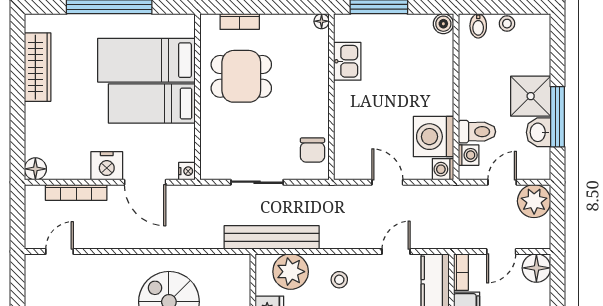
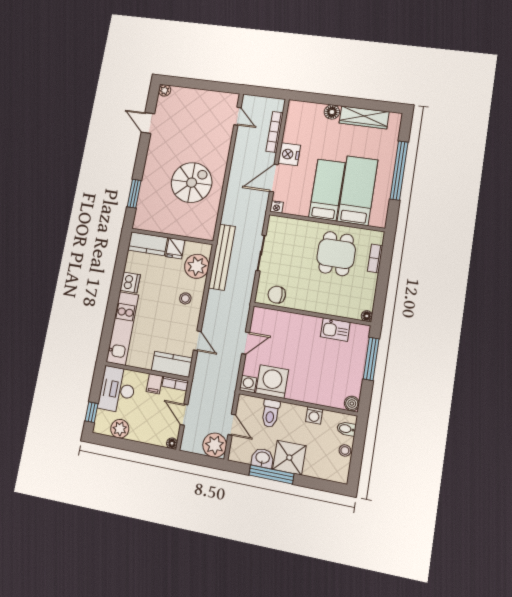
washing machine: (469, 155) -> (314, 415), moved
floor lamp: (35, 169) -> (332, 112), moved
floor lamp: (536, 268) -> (172, 443), width x0.53, depth x0.53

